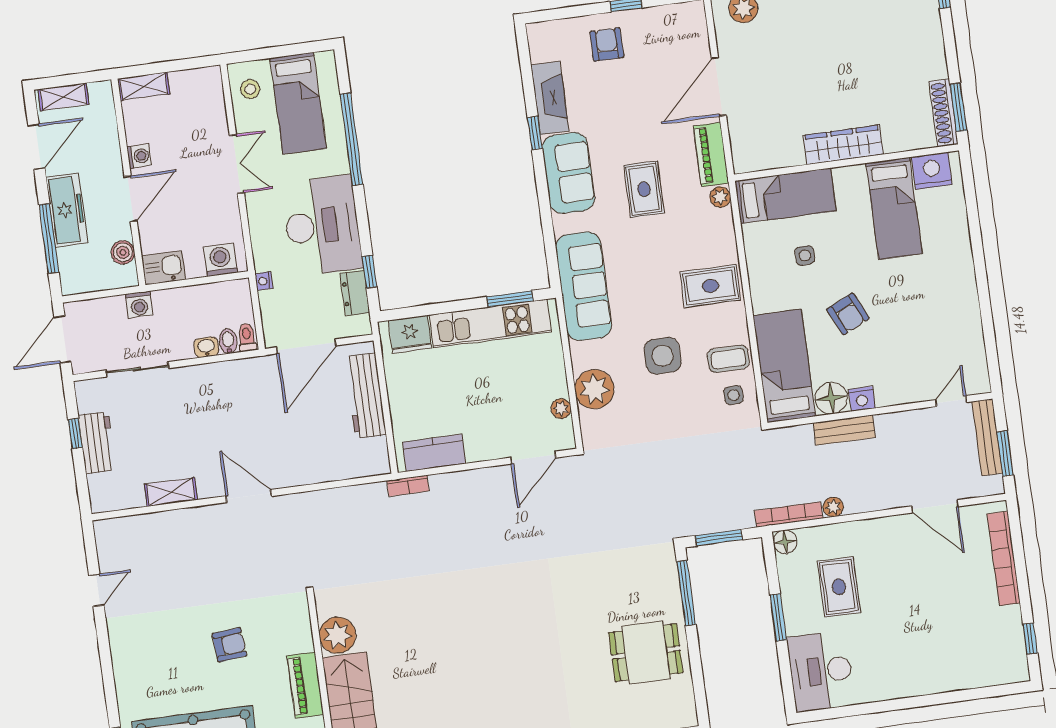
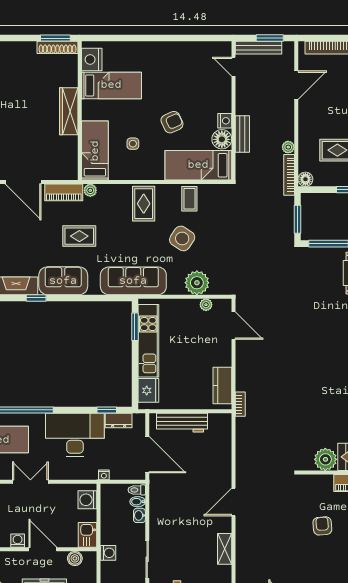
side table: (663, 356) -> (182, 238), turned 33
side table: (734, 395) -> (212, 199), removed

